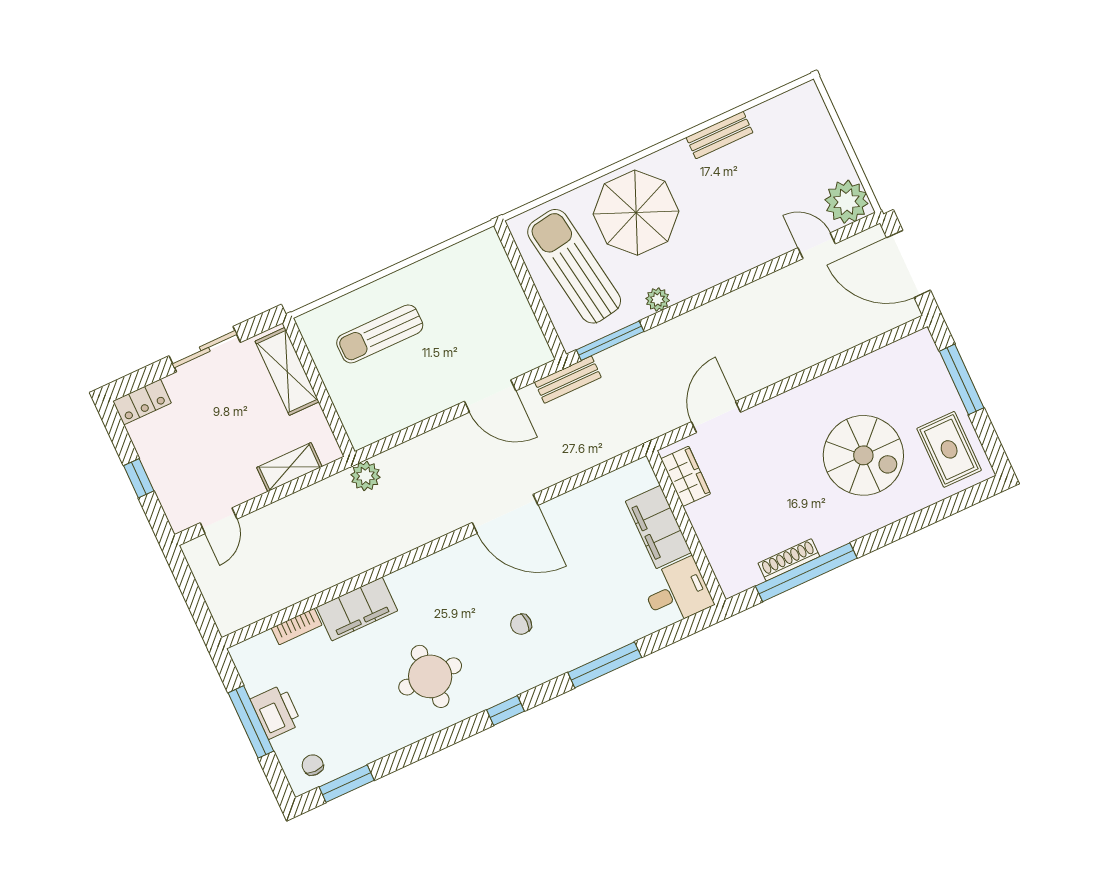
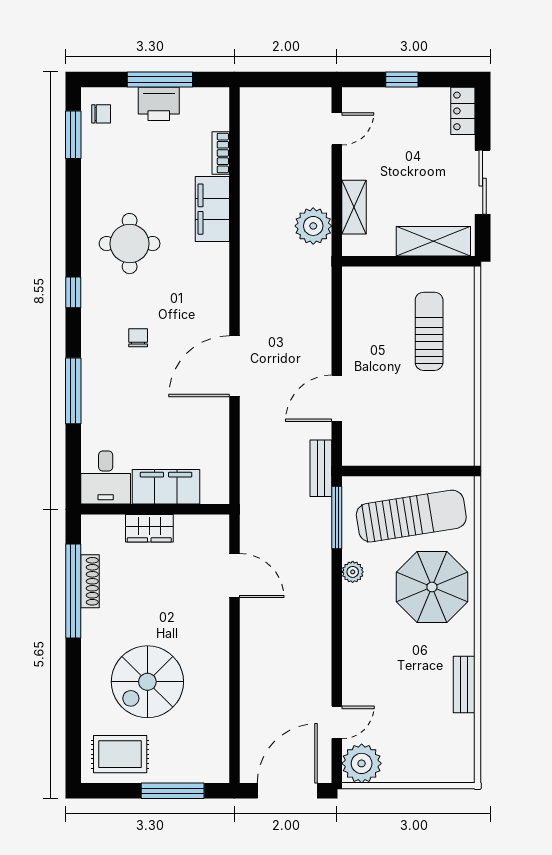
plant: (365, 476) -> (313, 226), moved, width x1.36, depth x1.36
wardrobe: (686, 476) -> (149, 528), moved
door: (219, 521) -> (337, 129), swing flipped

